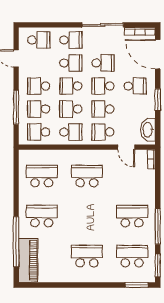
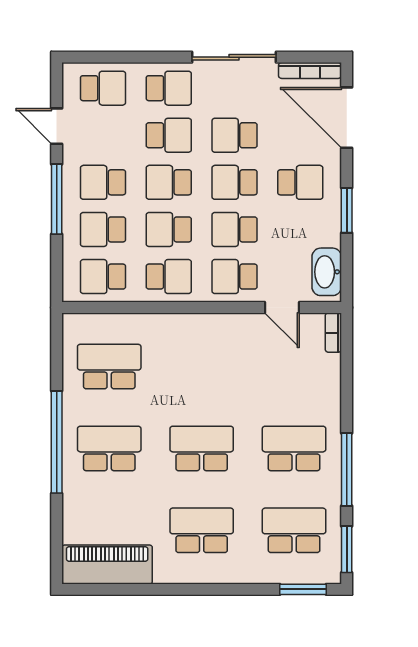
school desk: (103, 63) -> (235, 135), turned 180
window: (16, 107) -> (57, 199), moved
school desk: (87, 176) -> (202, 448), moved
window: (16, 242) -> (57, 442), moved
piano: (28, 260) -> (107, 565), moved, turned -90

